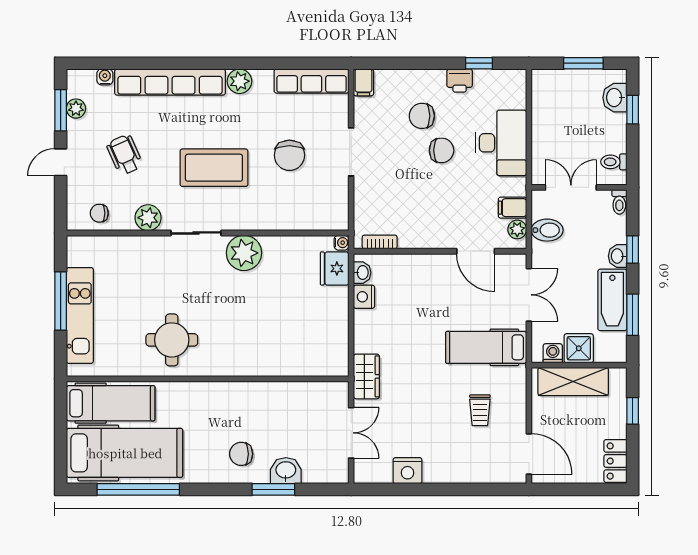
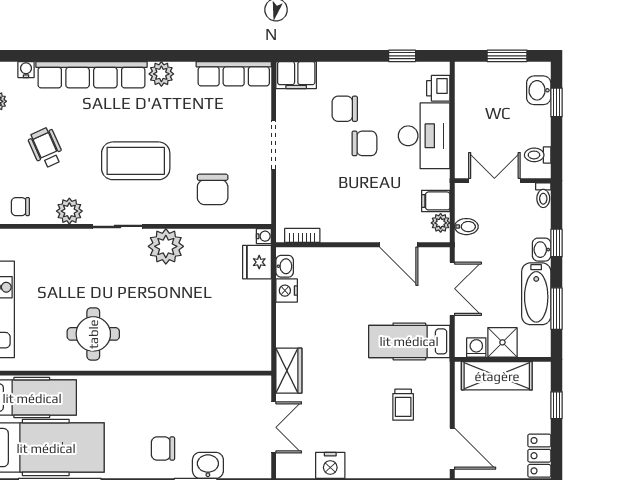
printer: (460, 80) -> (438, 88), moved, turned 90
filing cabinet: (364, 82) -> (296, 75), width x2.00
chair: (289, 155) -> (213, 189), moved
bidet: (547, 230) -> (466, 227), width x0.72, depth x0.74

